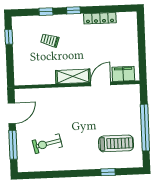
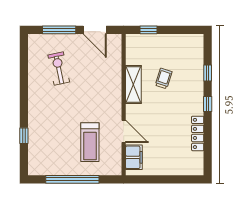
window: (9, 37) -> (149, 30), moved
trolley: (50, 40) -> (164, 79), moved
shelving: (73, 76) -> (133, 84), moved
treadmill: (116, 143) -> (90, 142), moved

